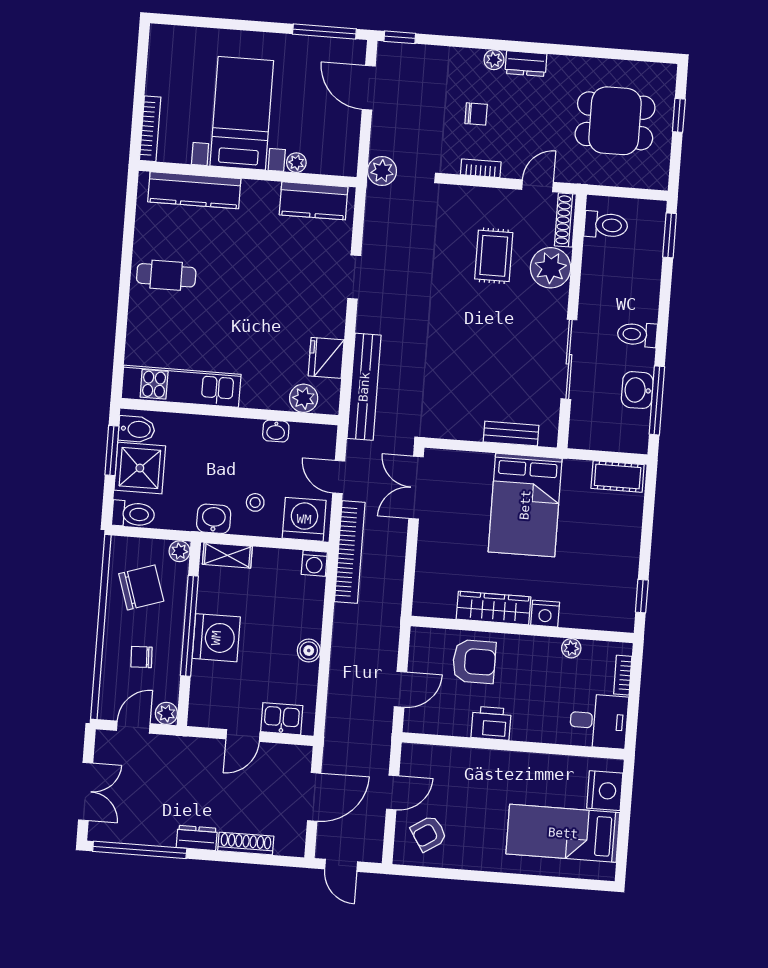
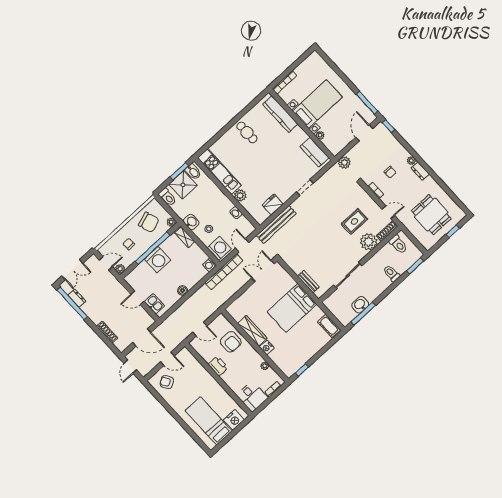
toilet: (637, 334) -> (391, 273), moved
plant: (304, 398) -> (240, 196), moved
dresser: (197, 838) -> (77, 298), moved

